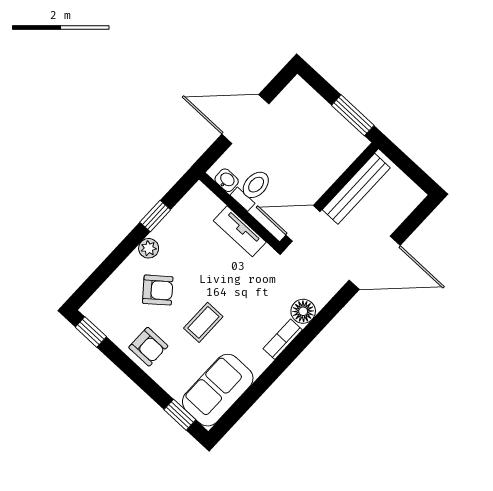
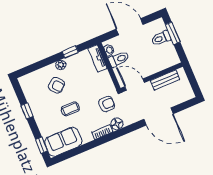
toilet: (313, 114) -> (161, 38), added
window: (353, 115) -> (173, 33), moved
bench: (356, 189) -> (165, 80), width x0.73
tv unit: (240, 231) -> (97, 58), moved
window: (91, 332) -> (27, 111), moved
armchair: (148, 347) -> (107, 104), moved, turned -90

